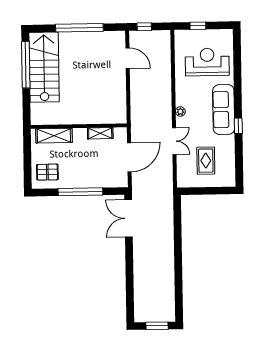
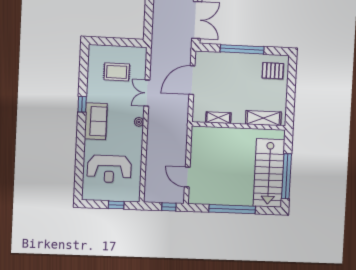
sofa: (224, 110) -> (96, 121), width x0.73
wall: (79, 126) -> (239, 126), moved
shelving: (100, 133) -> (218, 118), moved
shelving: (54, 136) -> (263, 118), moved
rug: (206, 161) -> (117, 72), turned 90

